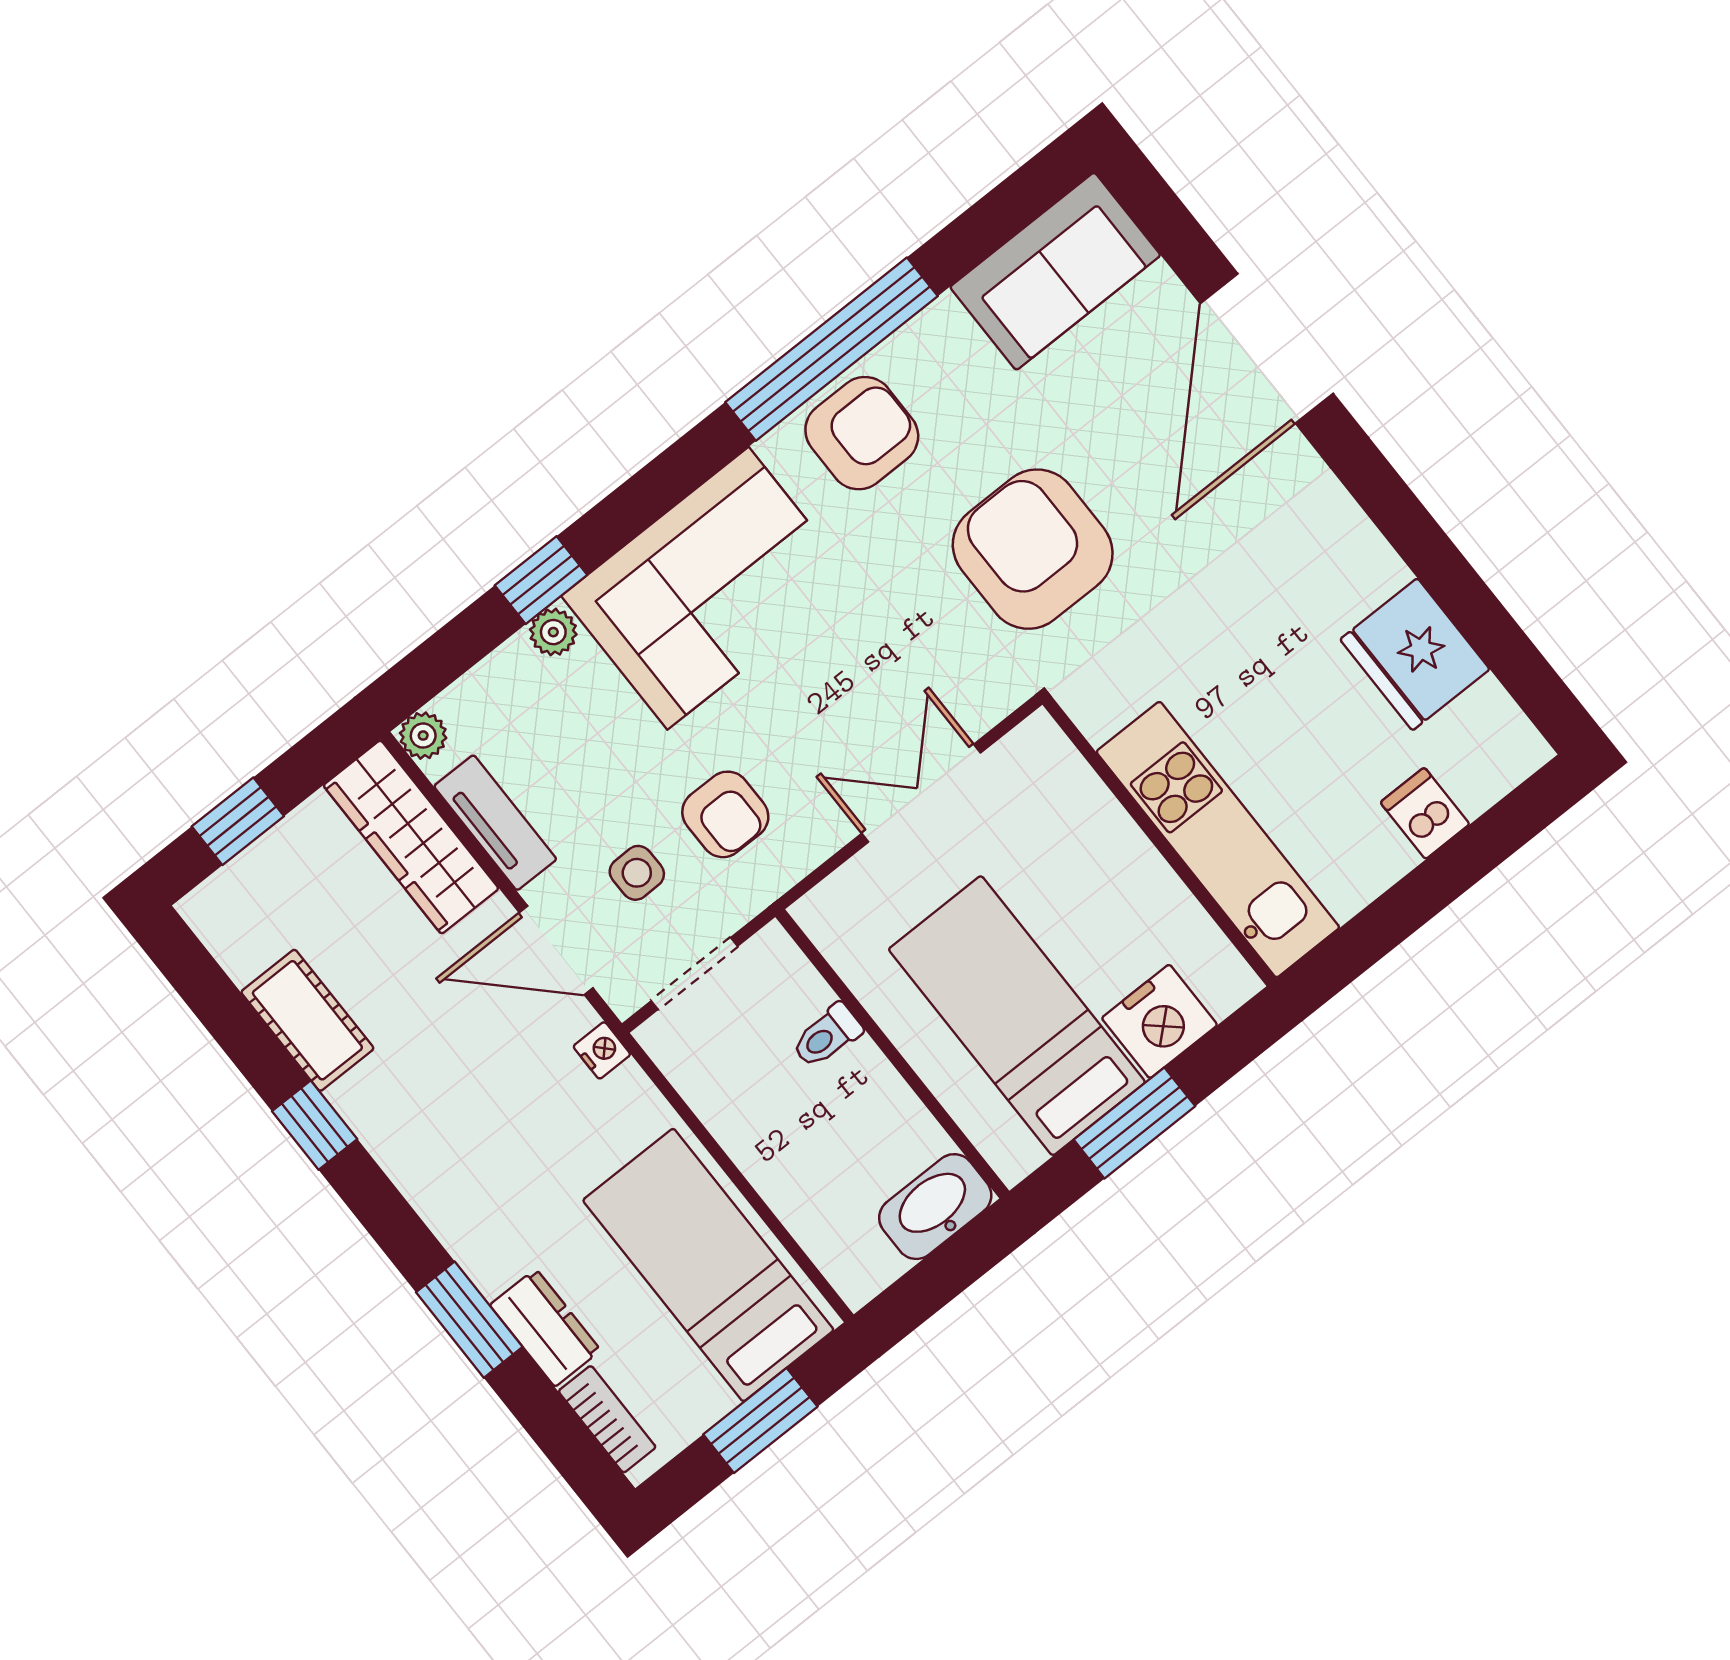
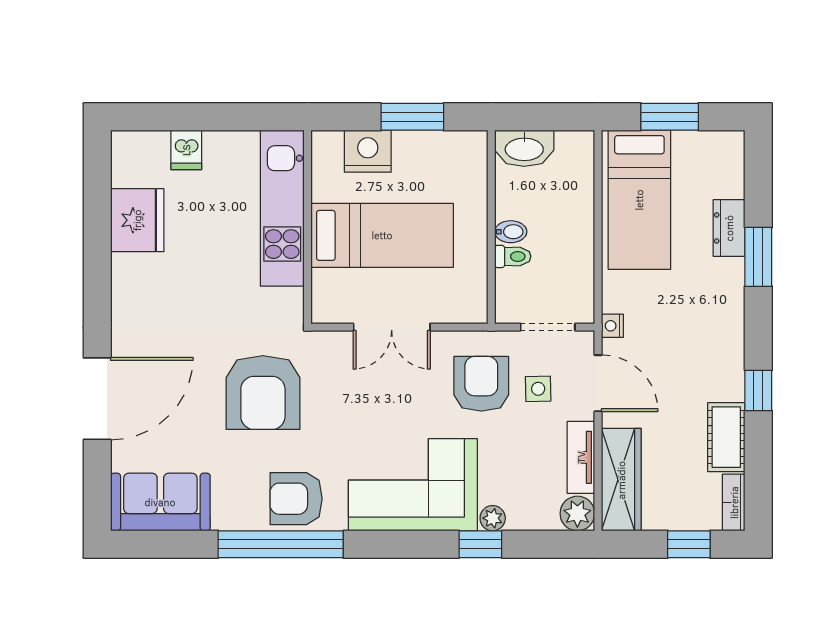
plant: (423, 736) -> (577, 513), width x1.38, depth x1.38
armchair: (725, 814) -> (481, 384), width x1.38, depth x1.38
bed: (1017, 1016) -> (382, 235), moved, turned -90
bidet: (858, 1070) -> (511, 232), added
bookcase: (607, 1419) -> (734, 503), moved

